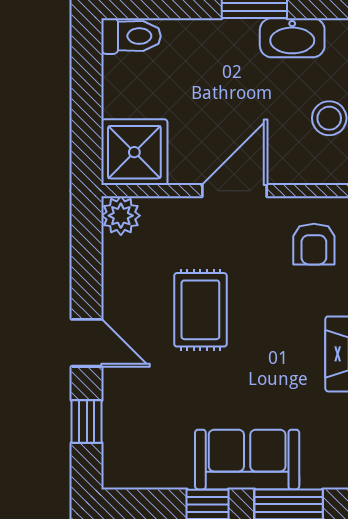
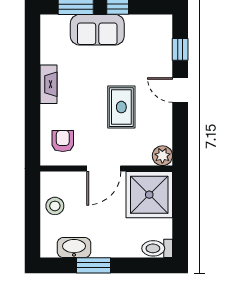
shower: (134, 152) -> (149, 195), width x1.37, depth x1.37

